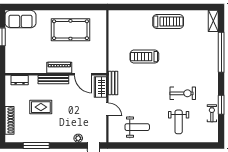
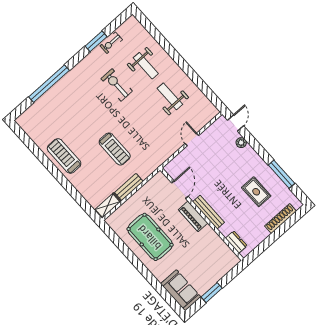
shelving: (213, 21) -> (108, 206), moved
bench: (113, 83) -> (129, 187), moved
wardrobe: (100, 87) -> (177, 164), removed
rug: (41, 107) -> (256, 192), moved
weight bench: (179, 122) -> (146, 66), turned 90
weight bench: (137, 127) -> (170, 96), moved

